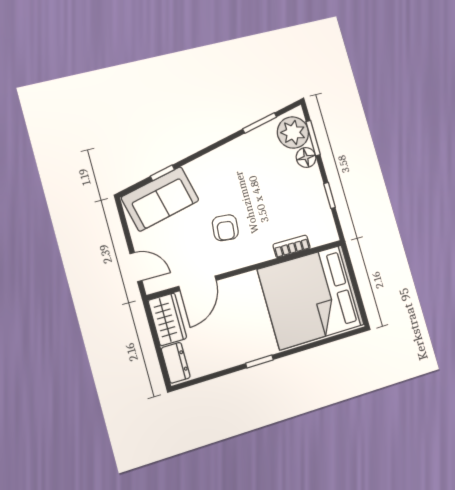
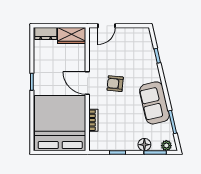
plant: (293, 132) -> (166, 146), width x0.53, depth x0.53
sofa: (160, 199) -> (154, 103), moved
door: (198, 283) -> (87, 83), moved

